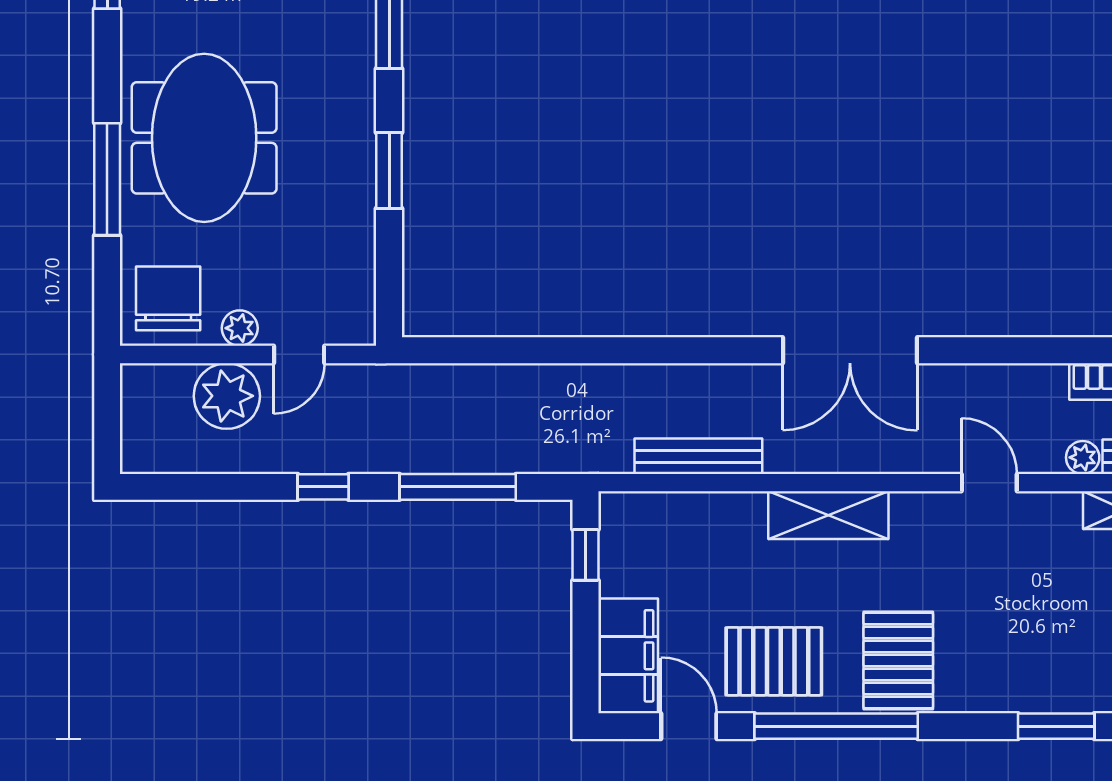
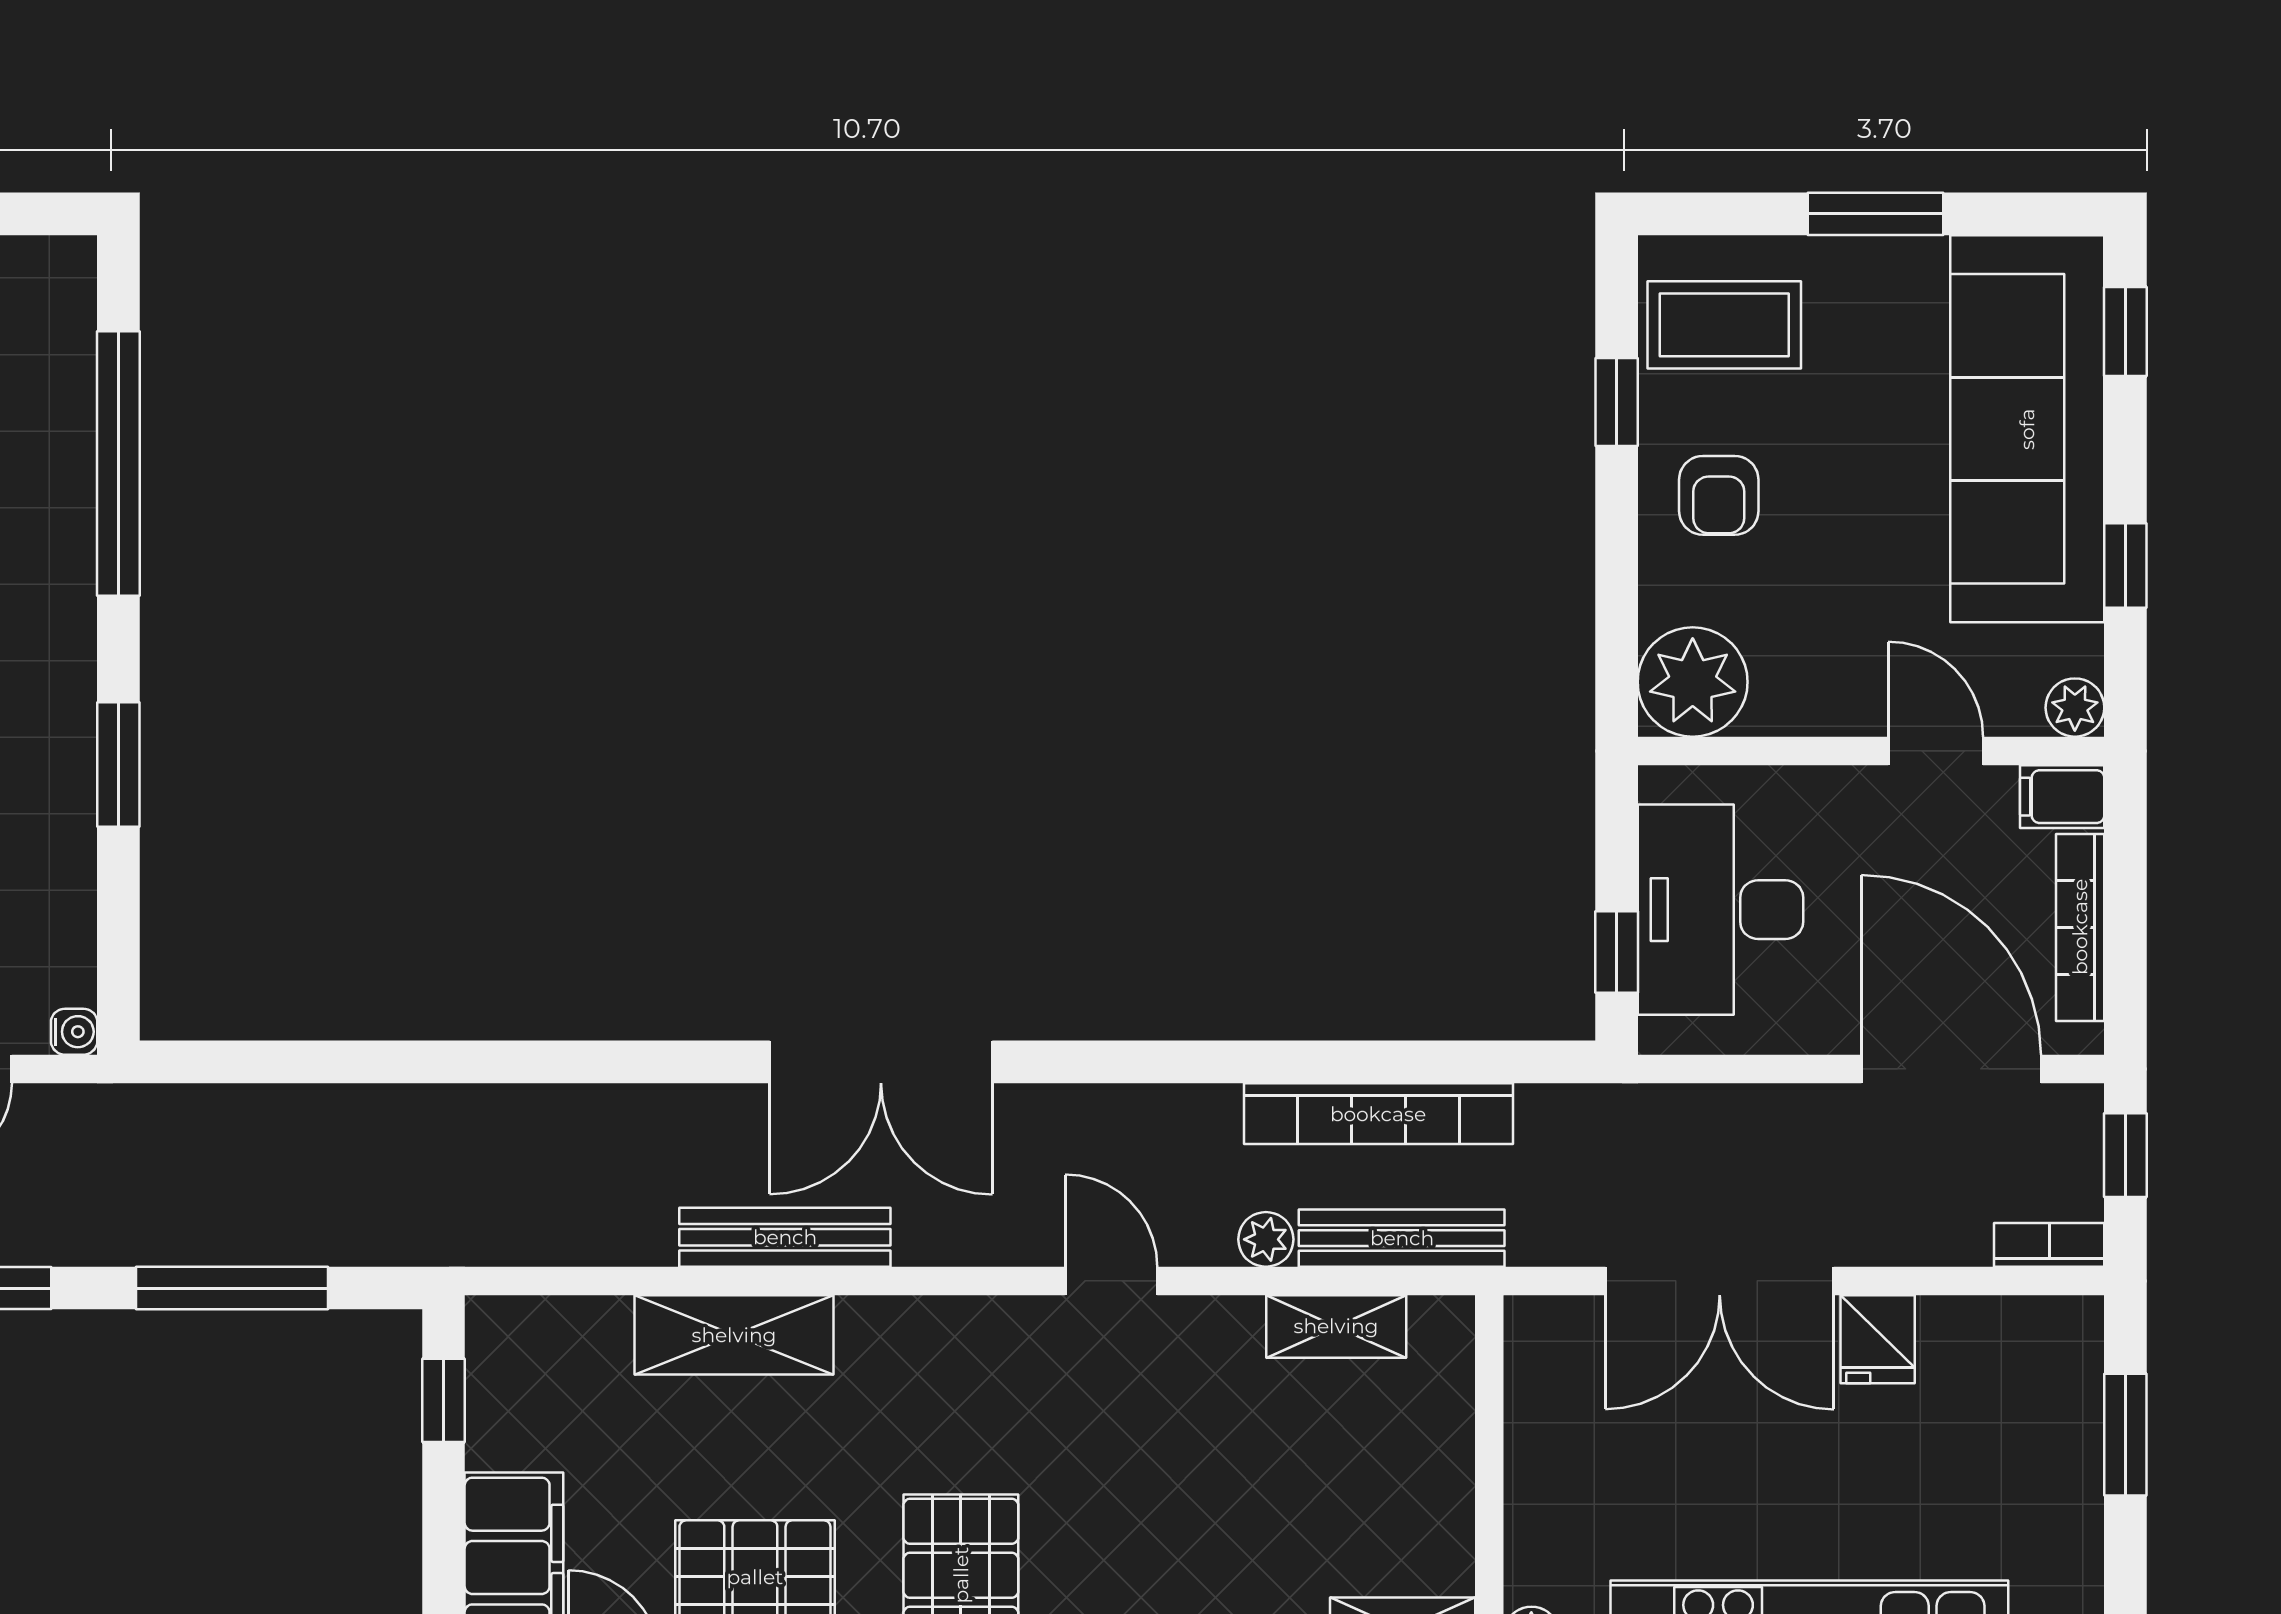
water cooler: (362, 332) -> (74, 1032), added
bench: (698, 456) -> (785, 1237), moved
shelving: (828, 515) -> (734, 1335), moved

